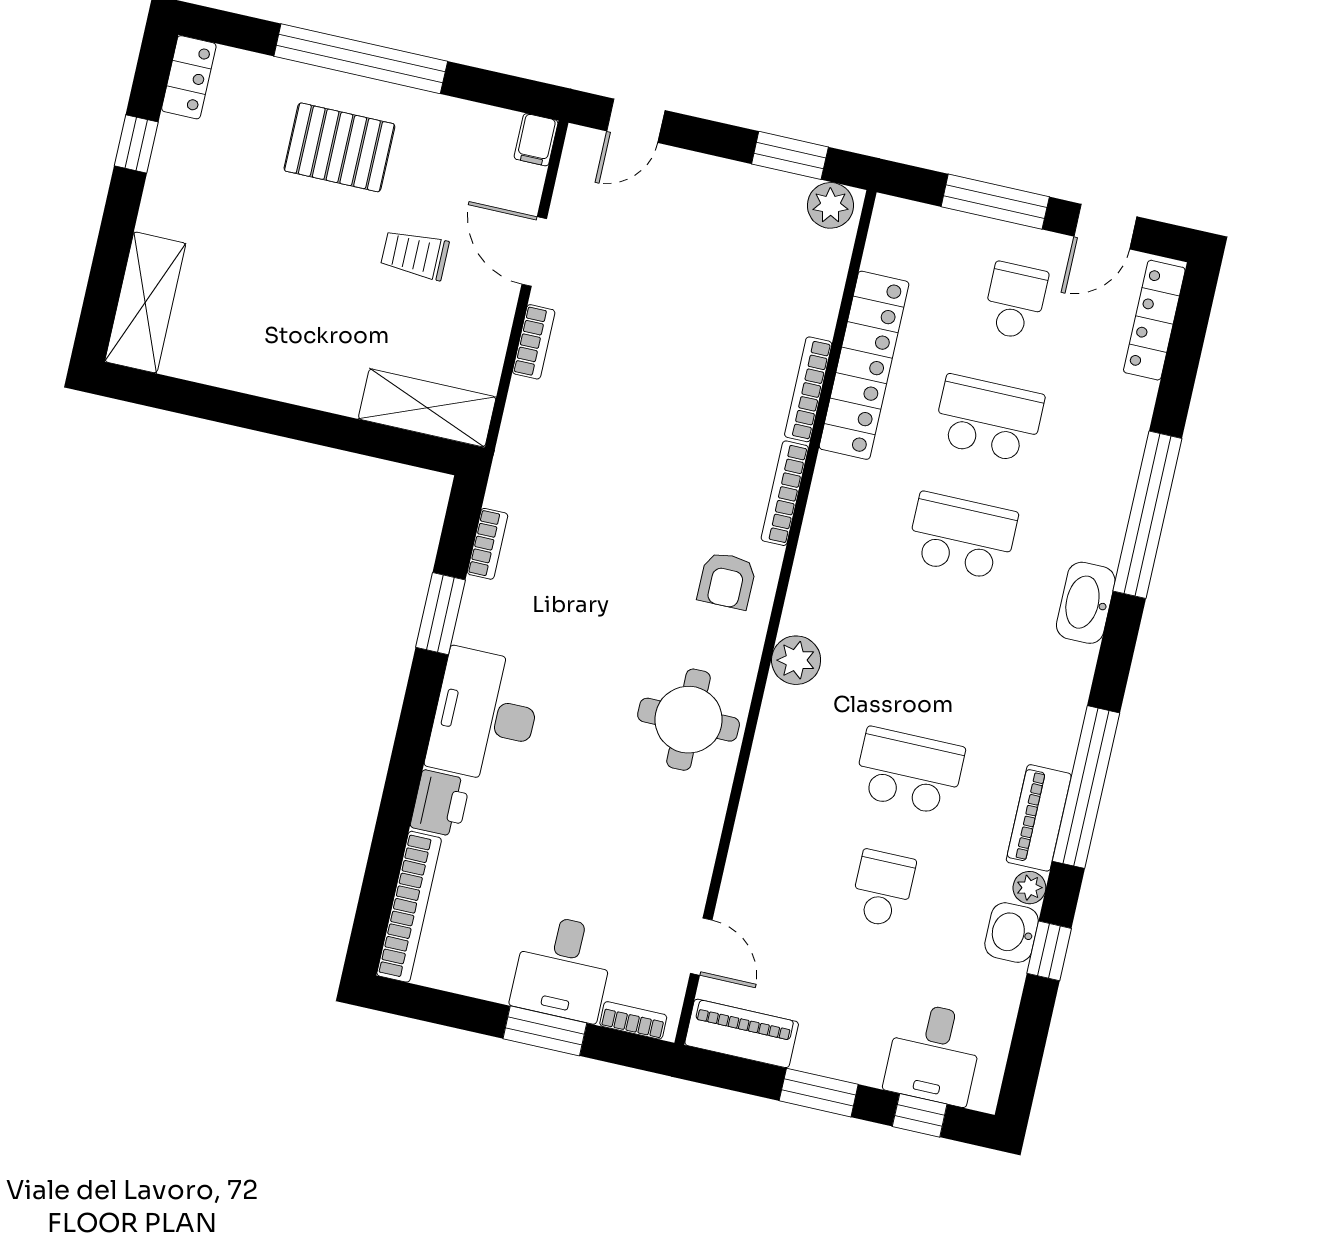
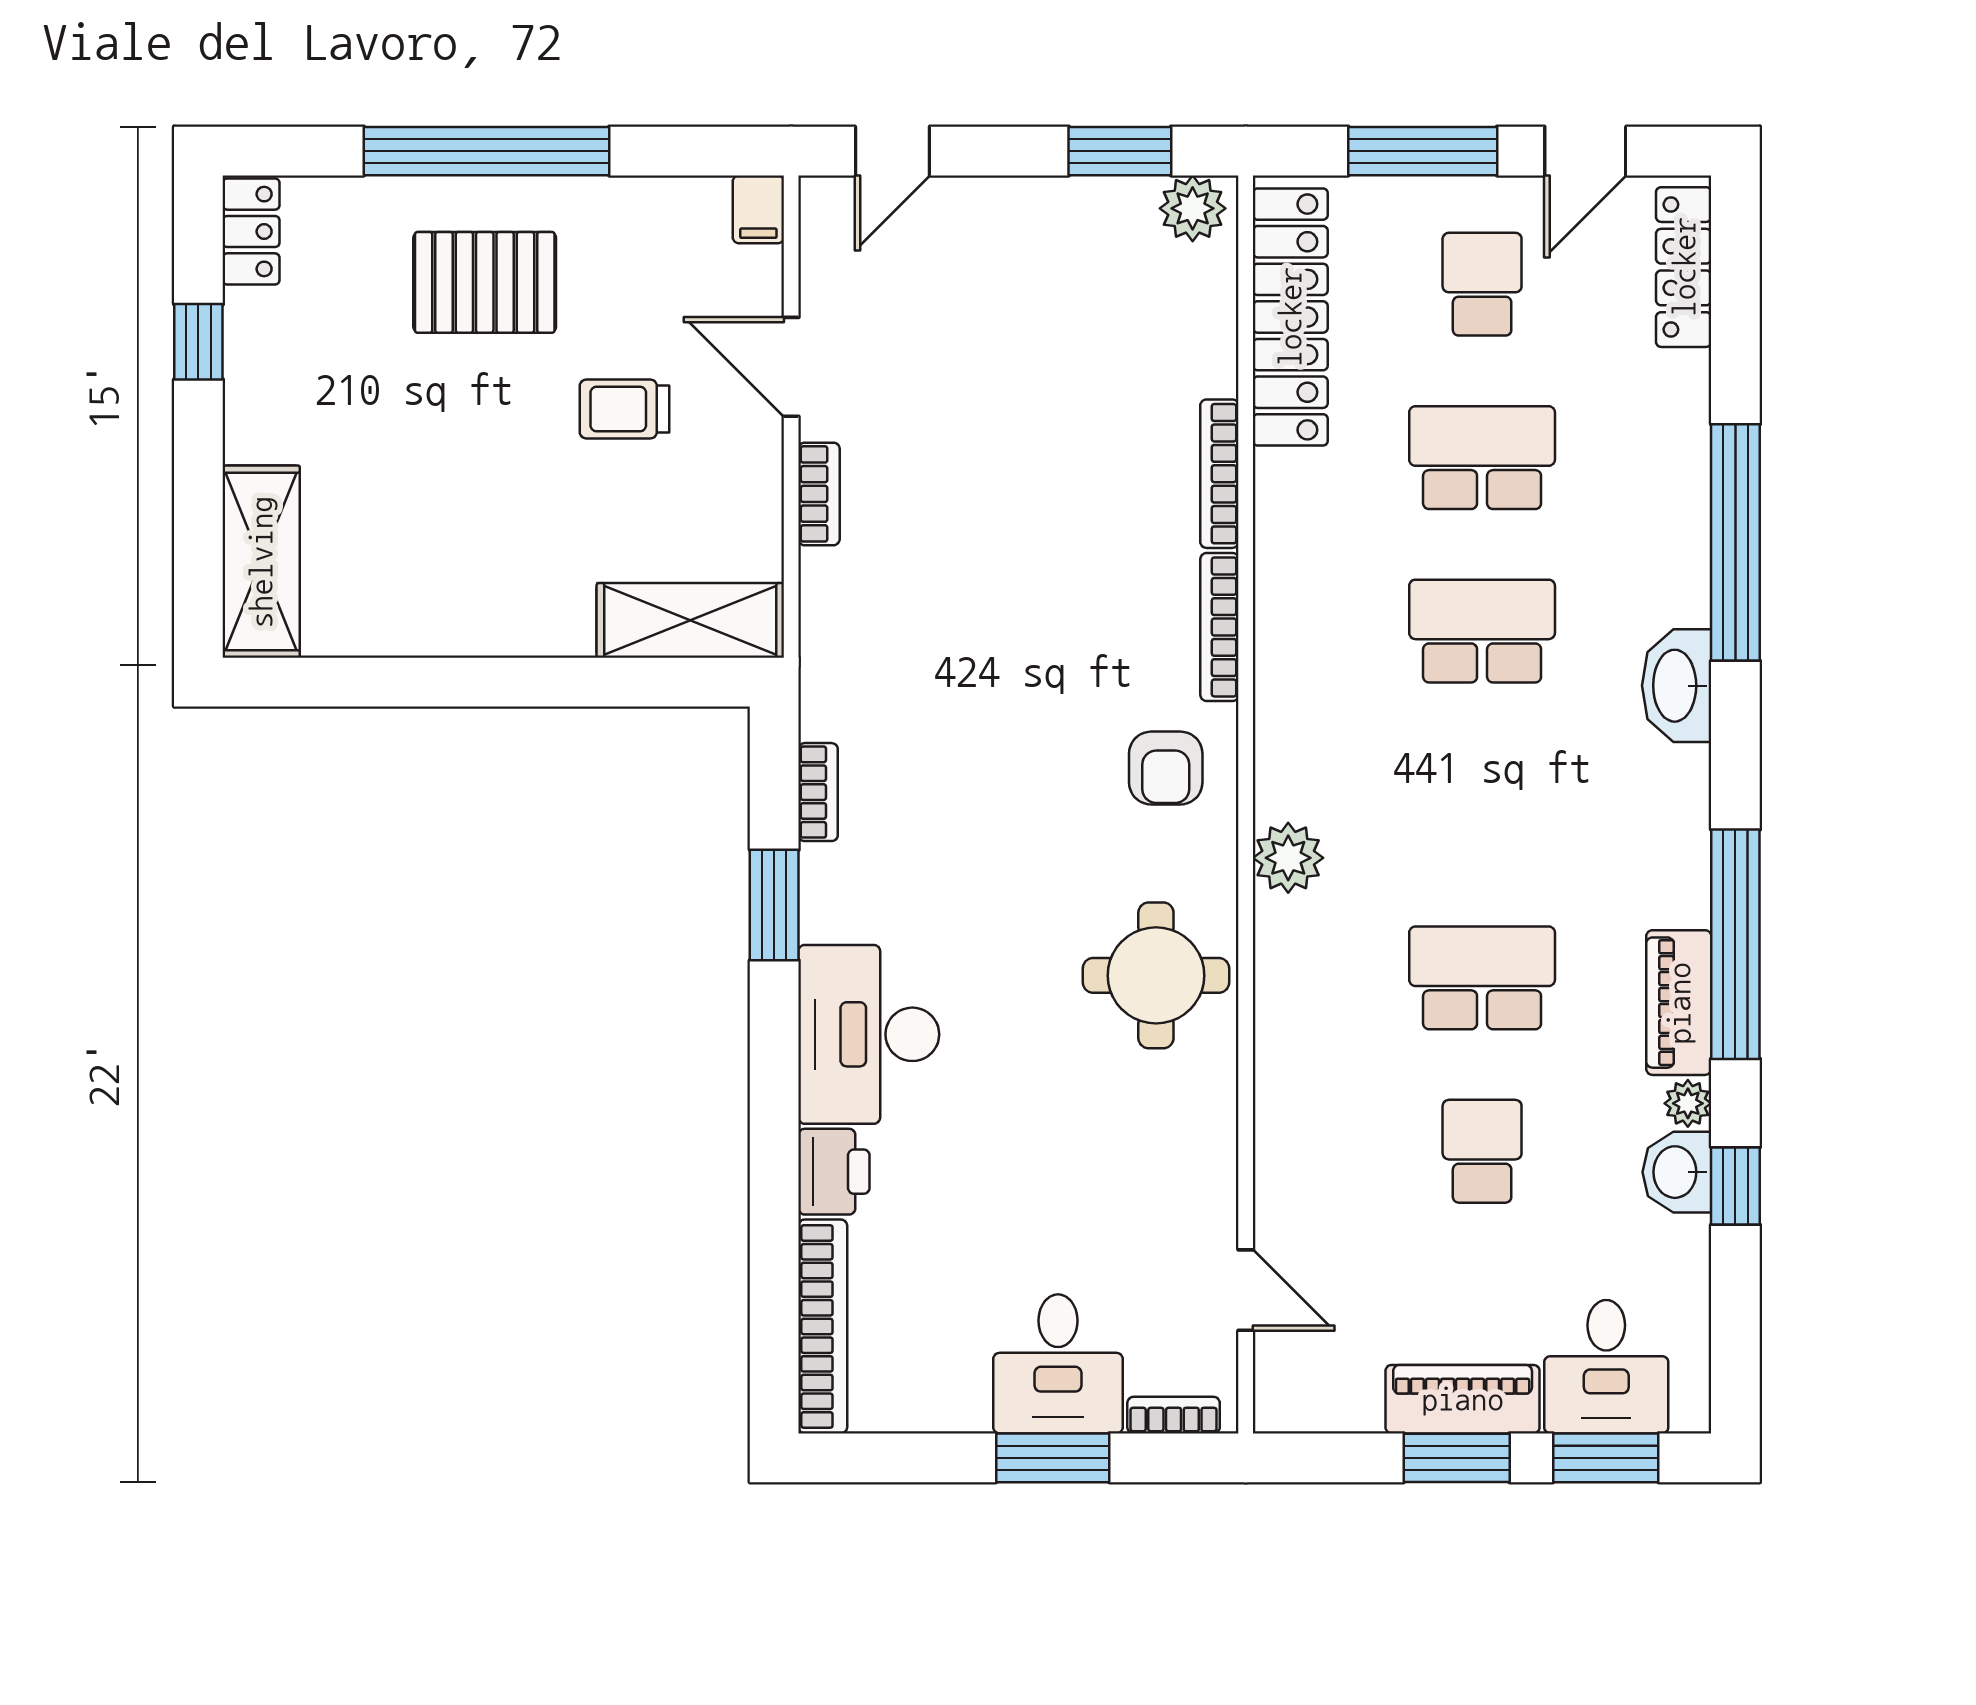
locker: (864, 365) -> (1290, 317), moved
piano: (742, 1033) -> (1463, 1399), moved
window: (920, 1115) -> (1606, 1458), width x1.50

